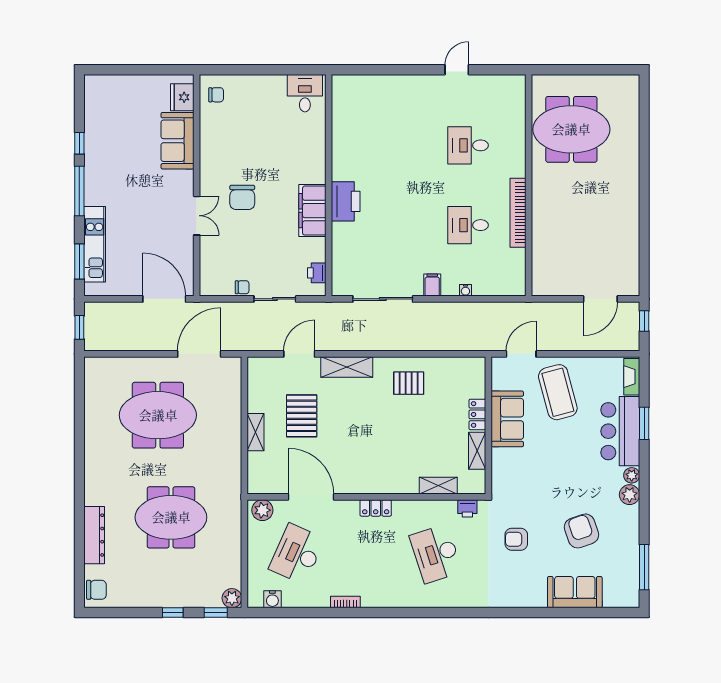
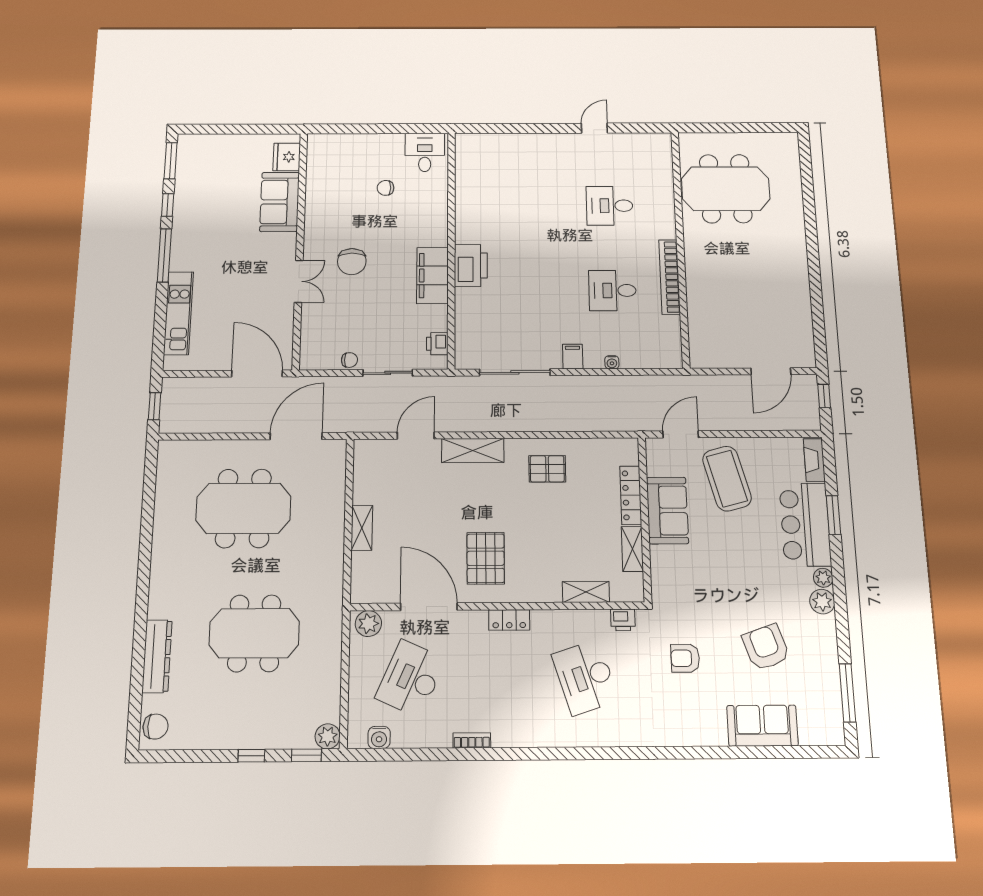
chair: (216, 95) -> (386, 188), moved, turned 180
window: (79, 261) -> (171, 161), moved
locker: (477, 414) -> (631, 495), width x1.53
pallet: (302, 416) -> (486, 558), moved

